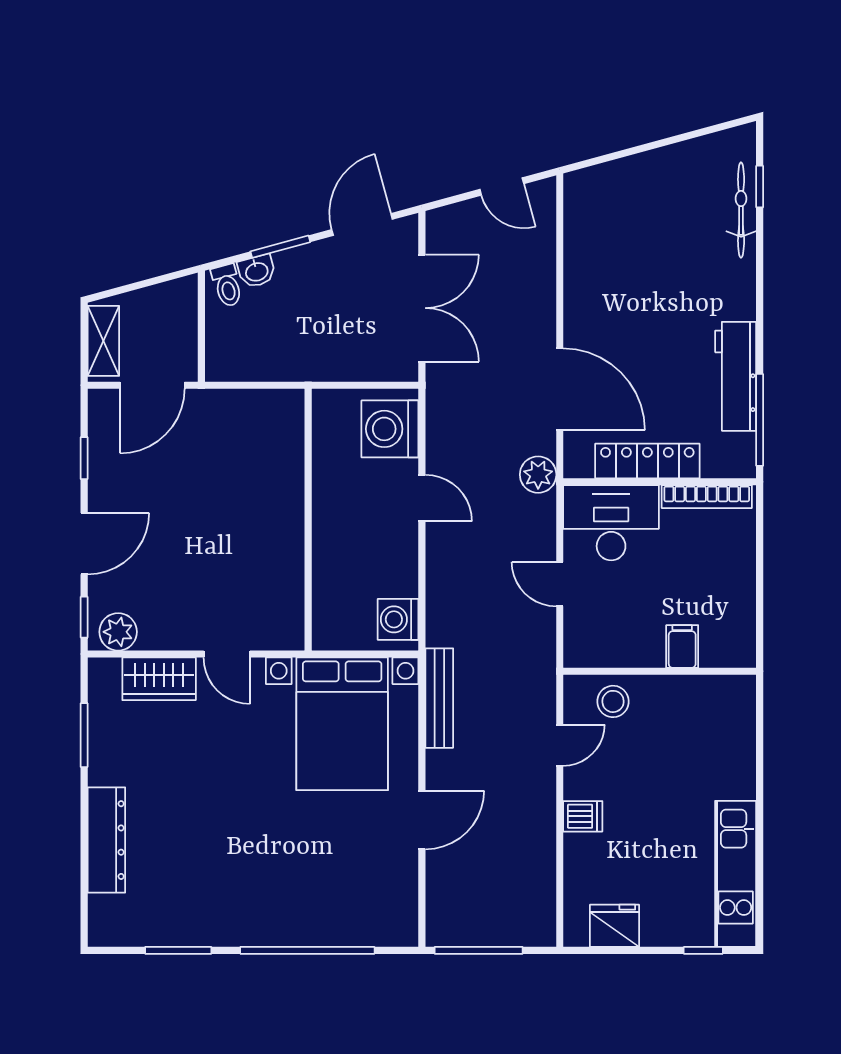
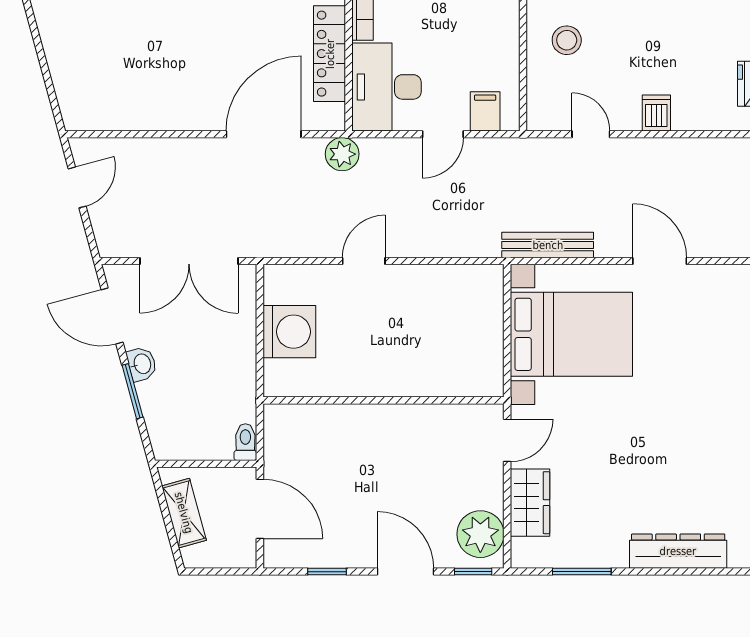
washbasin: (257, 271) -> (142, 364), moved
toilet: (227, 286) -> (245, 442), moved, turned -75
double door: (422, 308) -> (189, 261), swing flipped
shelving: (103, 341) -> (184, 513), moved, turned 75
washing machine: (390, 429) -> (289, 332), moved, turned -90
wall: (308, 520) -> (384, 400), moved
washing machine: (398, 619) -> (475, 283), removed
plant: (118, 632) -> (480, 534), width x1.36, depth x1.36
filing cabinet: (682, 646) -> (485, 111), moved, turned 90
stool: (613, 701) -> (567, 40), moved

